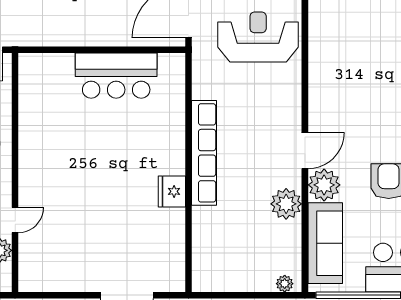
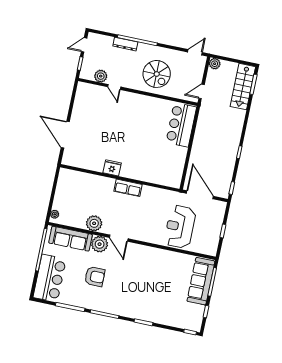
reception desk: (258, 37) -> (180, 227), turned 180
bar counter: (116, 76) -> (181, 125), moved
row of seats: (204, 153) -> (128, 188), width x0.50

